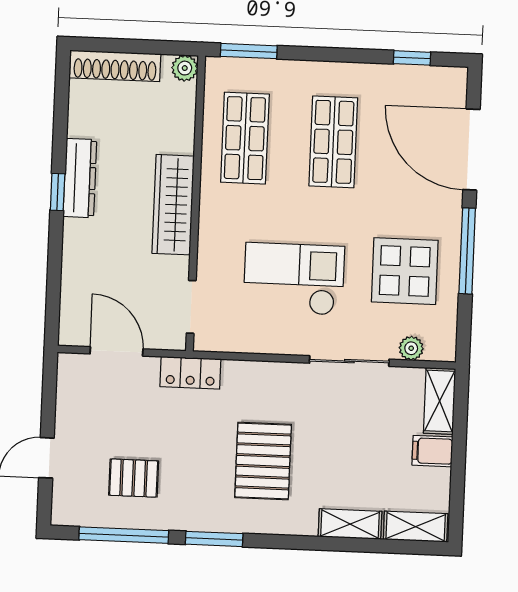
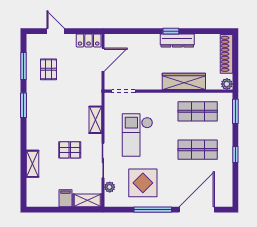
window: (412, 58) -> (235, 154), moved
wardrobe: (173, 205) -> (184, 81), moved
checkout: (294, 279) -> (137, 135), turned 180
locker: (190, 373) -> (89, 41), moved, turned -90
pallet: (263, 461) -> (70, 150), moved, width x0.67, depth x0.71
shelving: (416, 527) -> (95, 120), moved
window: (124, 535) -> (24, 66), width x0.69

